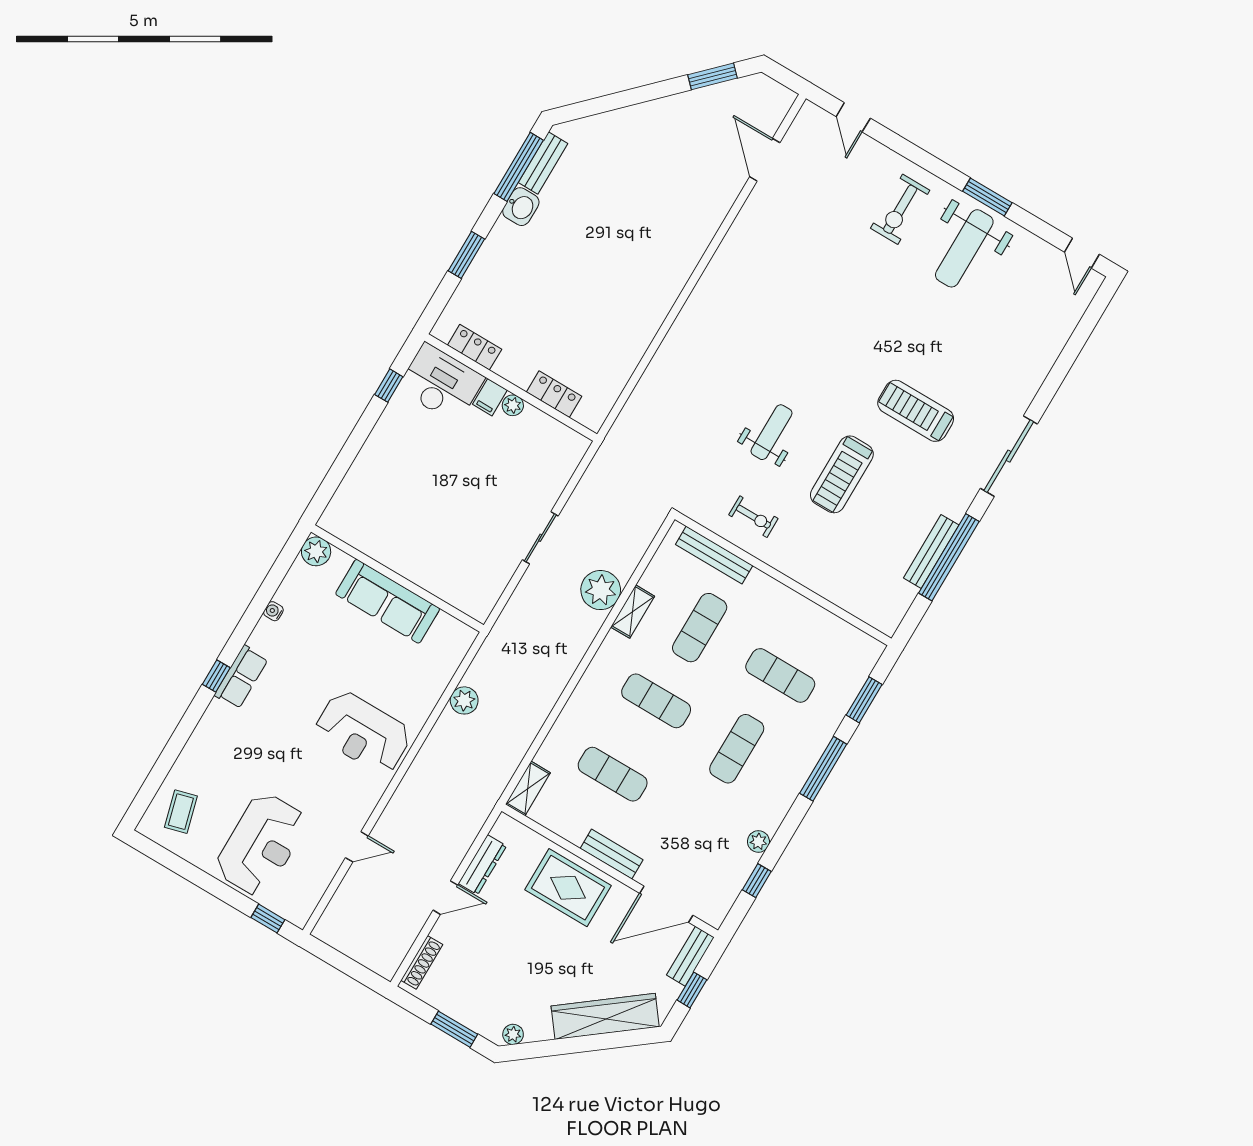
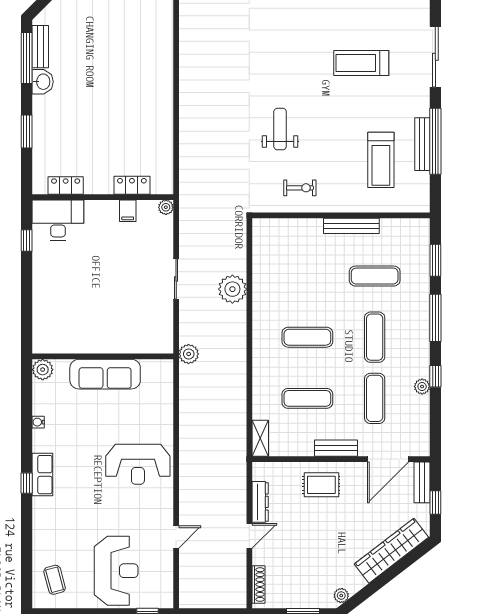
filing cabinet: (490, 397) -> (128, 211), moved
plant: (513, 405) -> (166, 207), moved
treadmill: (842, 474) -> (381, 160), moved
bench: (714, 555) -> (351, 226), moved
shelving: (633, 612) -> (260, 291), removed
exercise mat: (700, 628) -> (375, 398), moved
plant: (464, 700) -> (189, 354), moved
window: (757, 881) -> (435, 376), moved
rug: (568, 888) -> (321, 485), width x0.73, depth x0.70

